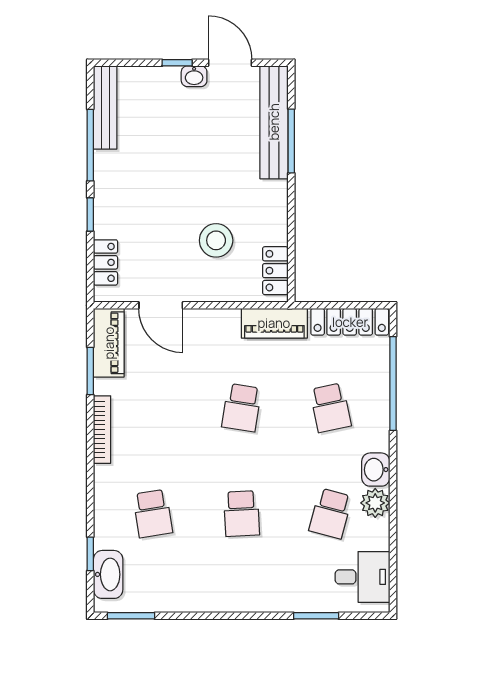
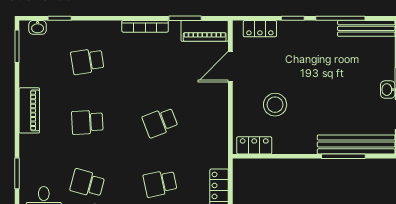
piano: (274, 323) -> (29, 110), moved, turned 180
school desk: (242, 408) -> (160, 122), turned -30
washbasin: (108, 574) -> (38, 27), width x0.52, depth x0.69

